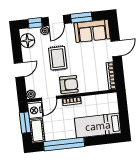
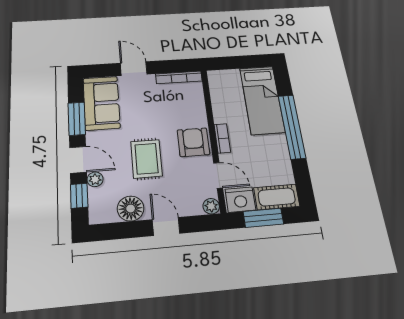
floor lamp: (27, 41) -> (131, 209), moved
rug: (58, 58) -> (146, 159), turned 90
window: (64, 144) -> (292, 127), moved

